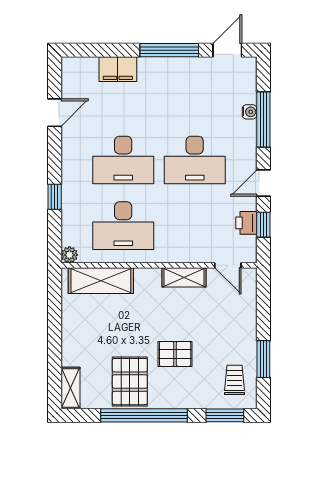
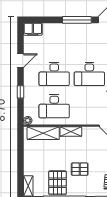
filing cabinet: (118, 69) -> (33, 29), moved
door: (55, 113) -> (20, 61), moved
shelving: (184, 277) -> (71, 132), moved

